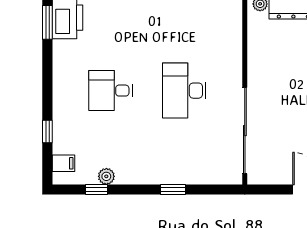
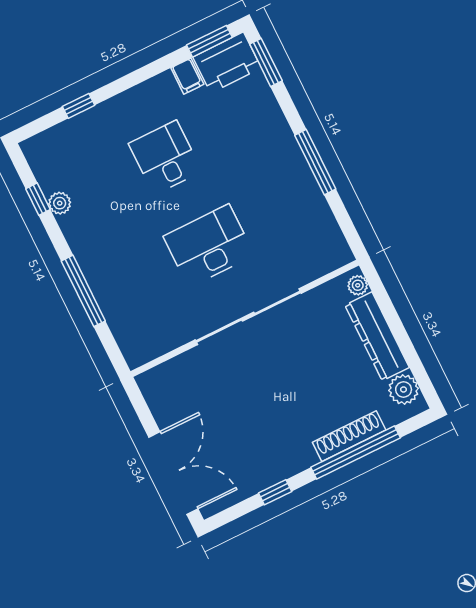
sliding door: (245, 131) -> (248, 317), moved
filing cabinet: (63, 163) -> (187, 76), moved
window: (173, 190) -> (83, 291), width x2.17

